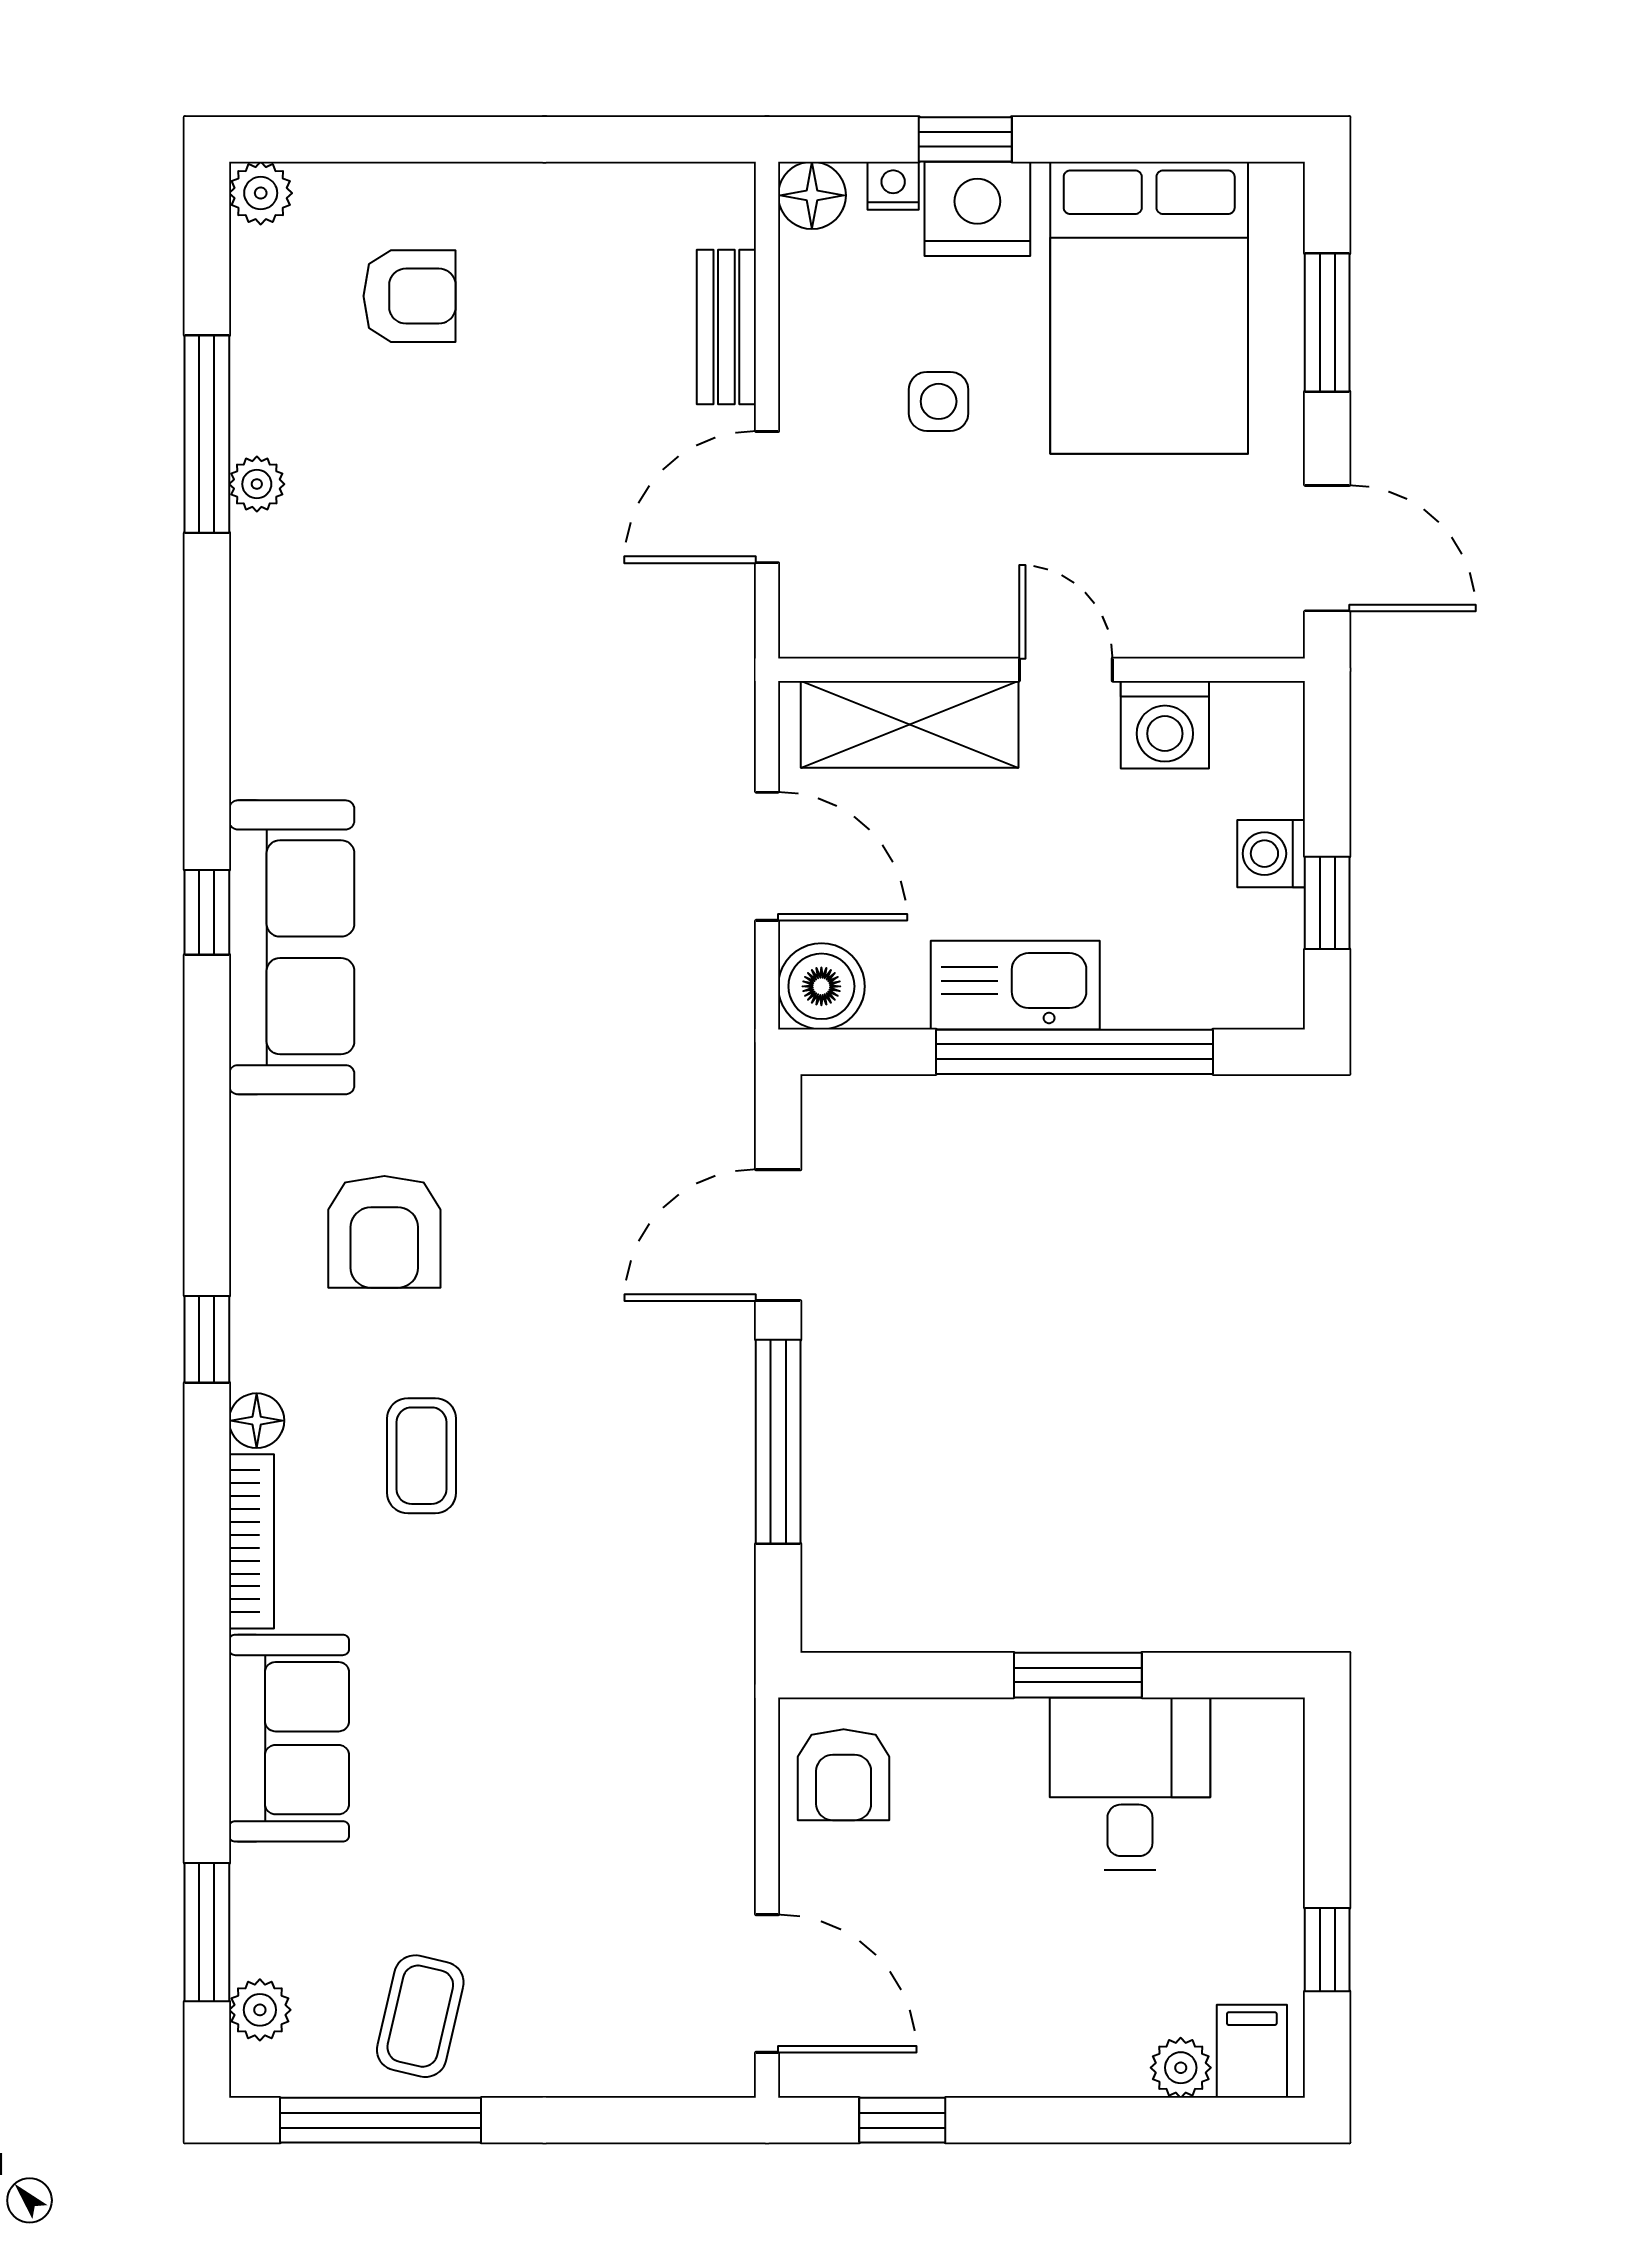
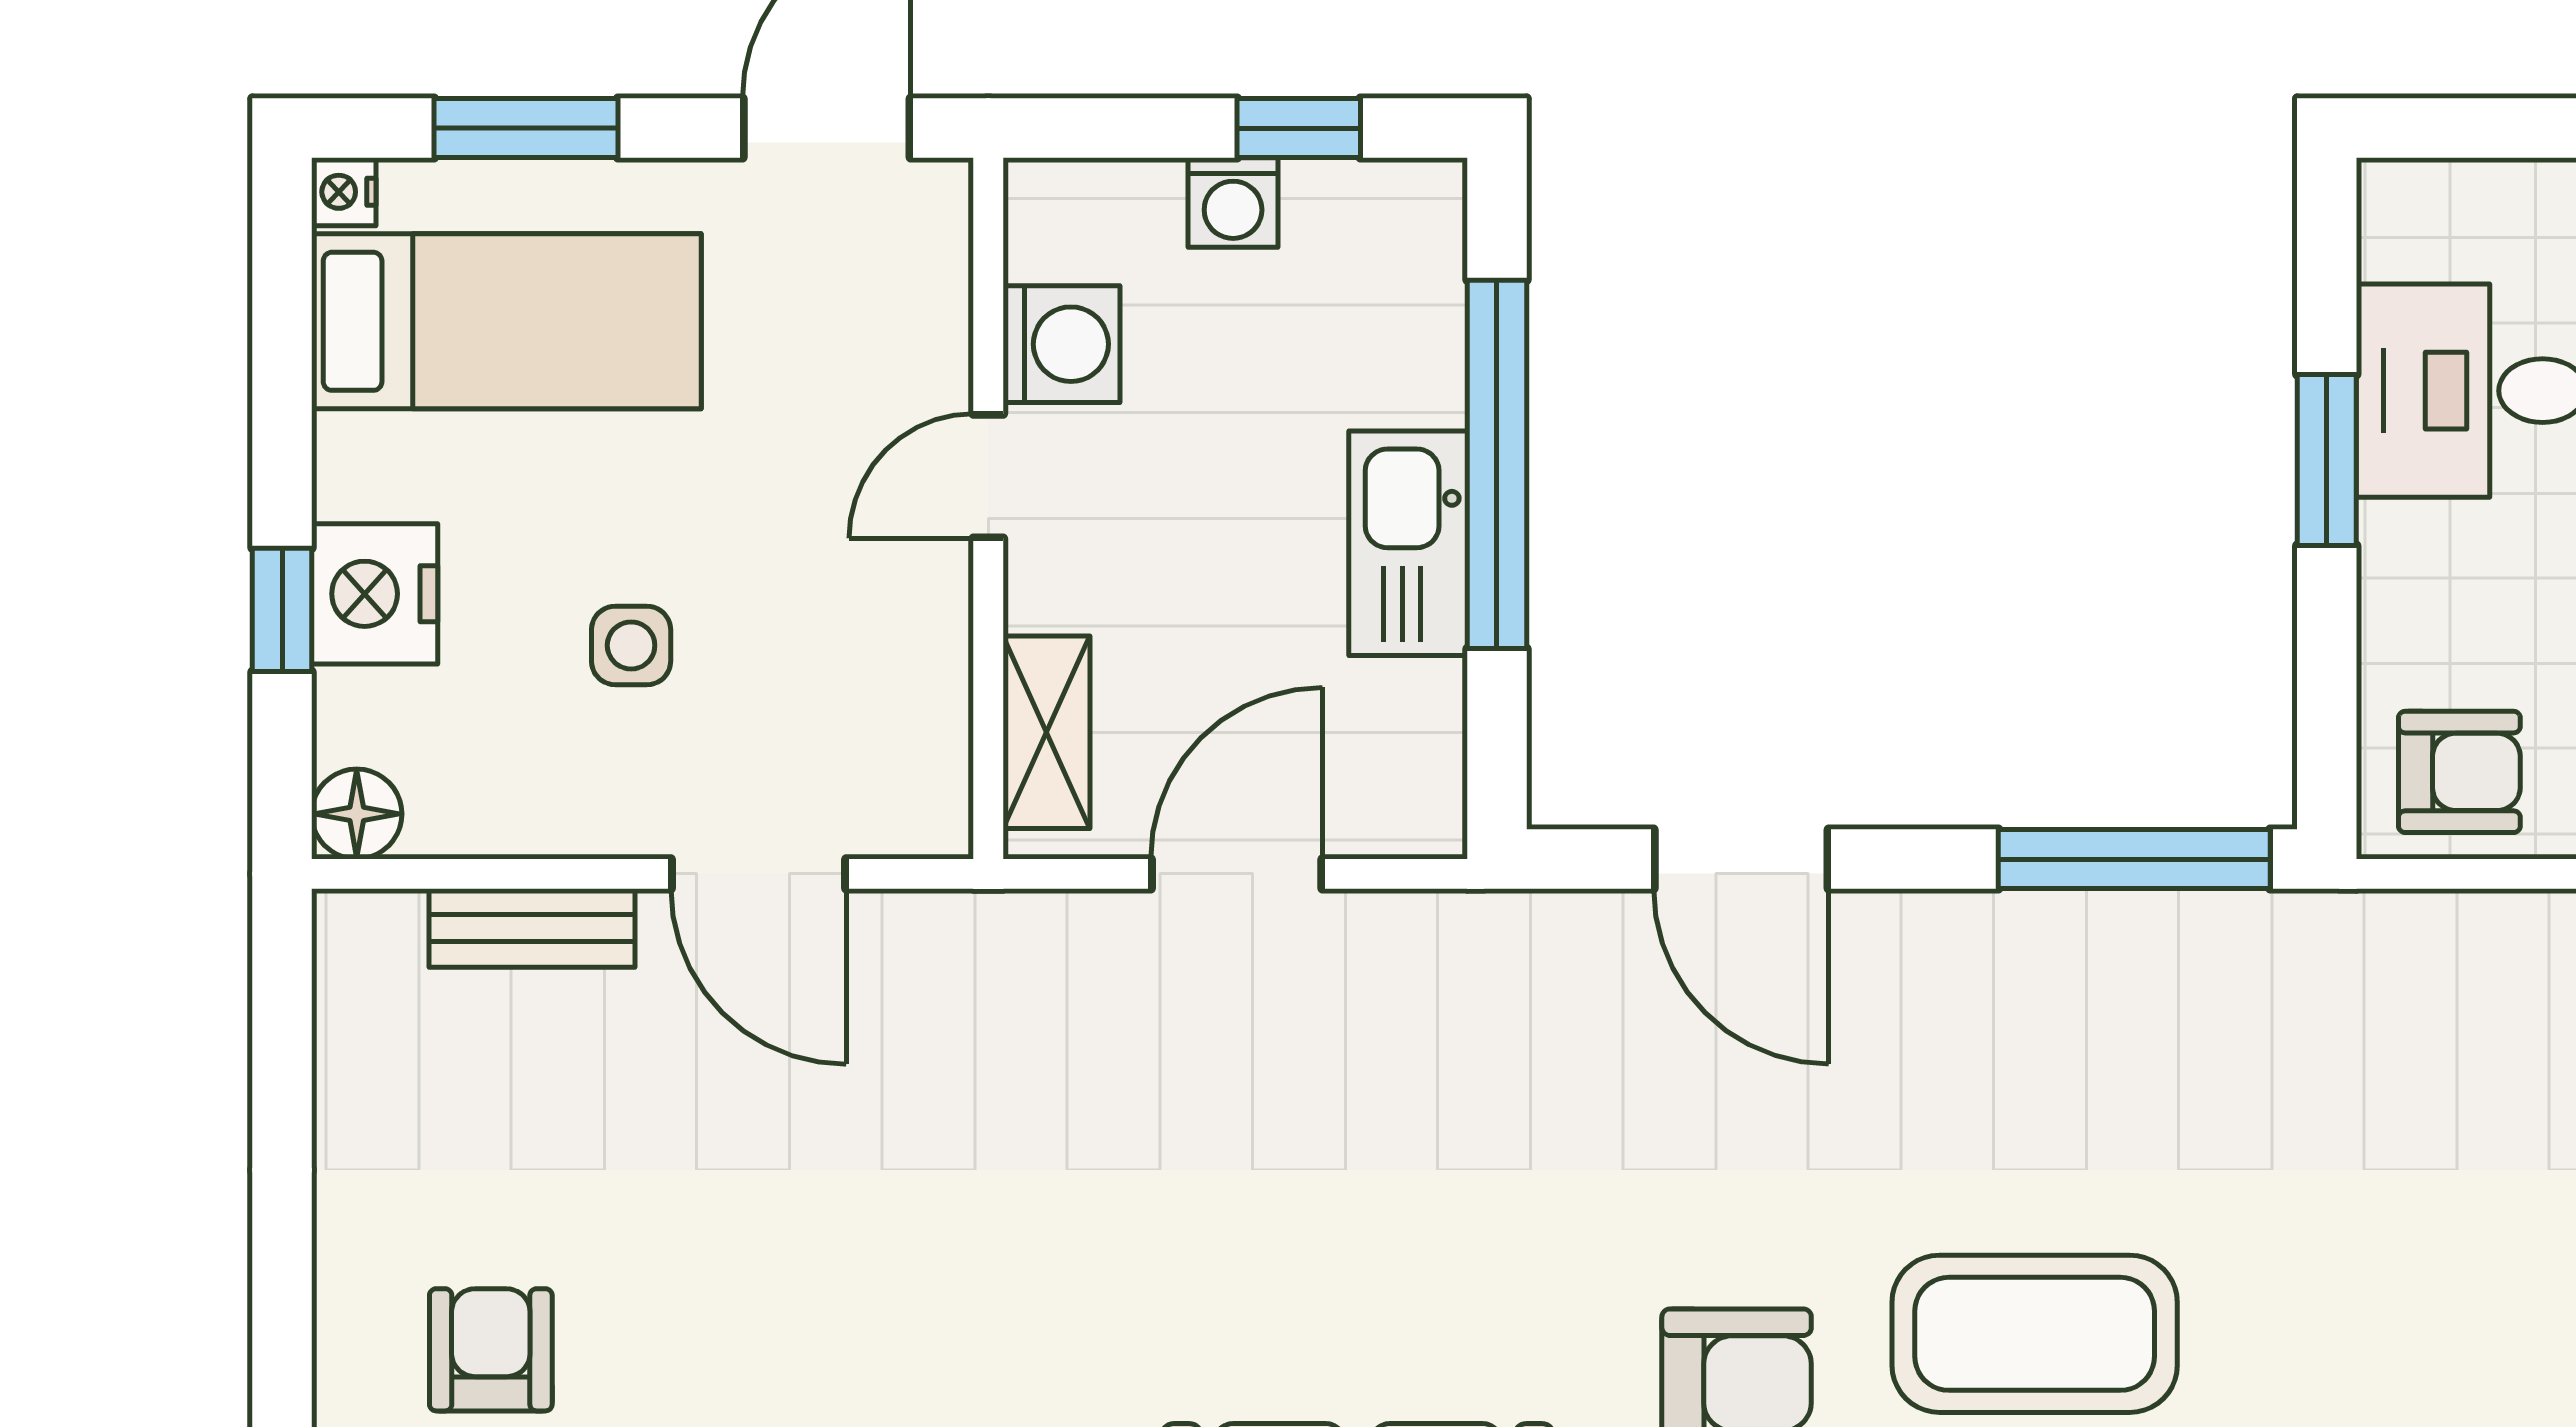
nightstand: (893, 186) -> (344, 192), moved
bed: (1149, 308) -> (506, 321), width x0.67
shelving: (910, 724) -> (1047, 732), width x0.67, depth x0.75
boiler: (821, 986) -> (1410, 801), removed
window: (778, 1442) -> (2134, 859), moved
coffee table: (422, 1456) -> (2035, 1334), width x1.86, depth x1.72

